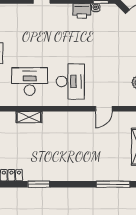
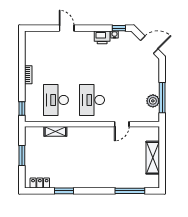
desk: (30, 82) -> (56, 100), turned -90
desk: (70, 82) -> (92, 100), turned 180

